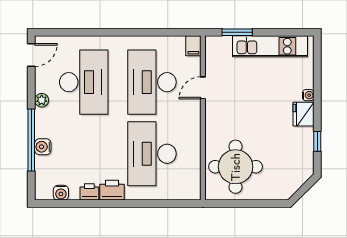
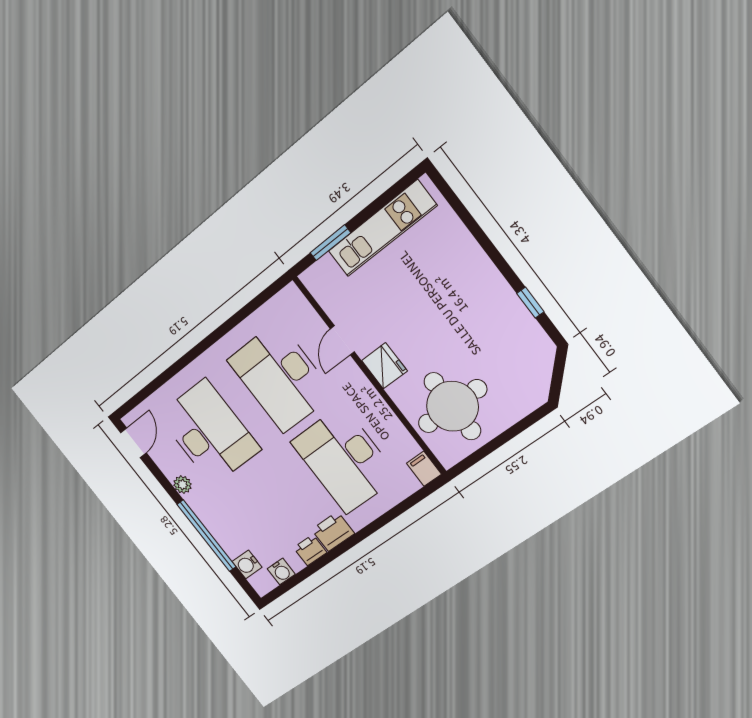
filing cabinet: (193, 46) -> (424, 469), moved, turned 180
water cooler: (308, 95) -> (475, 253), removed
fridge: (303, 114) -> (384, 366), moved, turned 180
water cooler: (43, 147) -> (247, 564), moved

